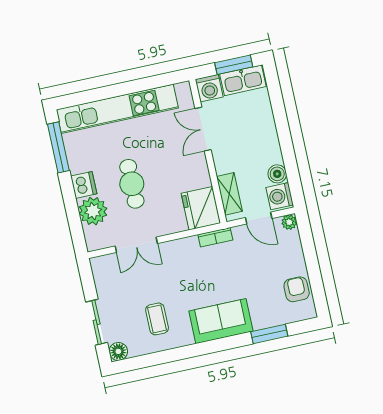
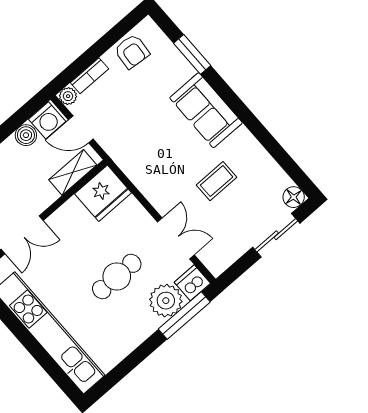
window: (58, 147) -> (184, 315), moved
dishwasher: (84, 185) -> (192, 283), moved
door: (259, 218) -> (81, 129), swing flipped
bookcase: (215, 237) -> (90, 76), moved, turned 90
armchair: (297, 289) -> (132, 51), turned -85
coffee table: (157, 319) -> (217, 181), moved

